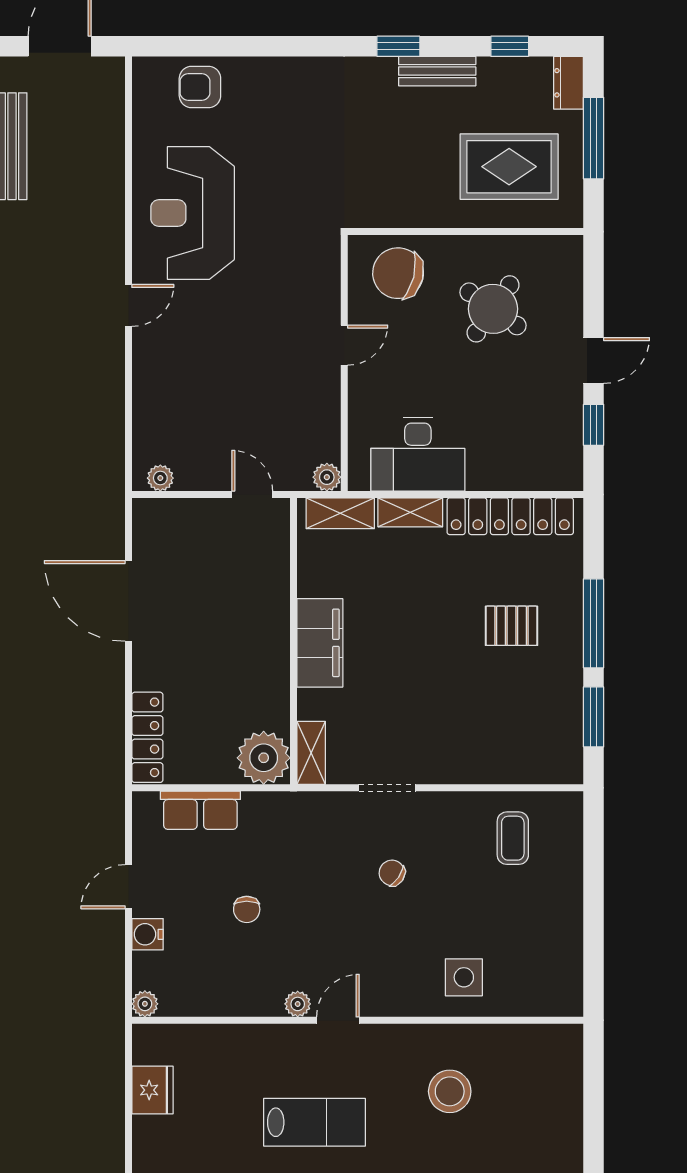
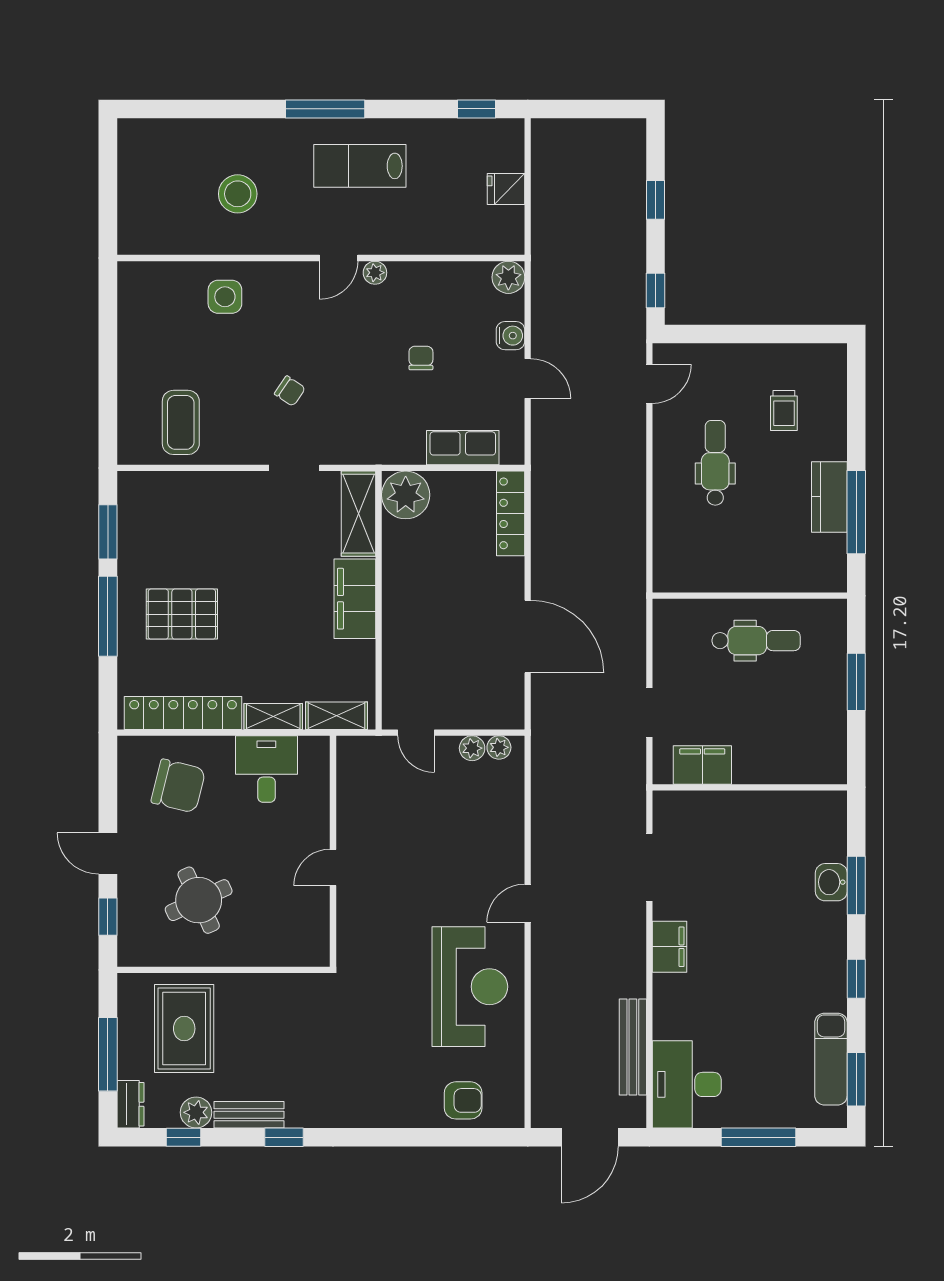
plant: (496, 74) -> (196, 1112), added
rug: (509, 167) -> (184, 1029), turned 90
chair: (398, 273) -> (178, 786), moved
round table: (493, 309) -> (199, 900), turned 30
door: (594, 360) -> (108, 854), hinge flipped
window: (594, 425) -> (108, 917), moved
desk: (418, 454) -> (266, 769), width x0.73
plant: (327, 477) -> (472, 748), moved
pallet: (512, 626) -> (182, 614), width x1.50, depth x1.42
shelving: (311, 753) -> (359, 514), width x1.50, depth x1.33
coffee table: (513, 838) -> (181, 422), width x1.36, depth x1.30
door: (128, 887) -> (528, 379), hinge flipped
plant: (145, 1004) -> (508, 277), width x1.38, depth x1.38
fridge: (152, 1090) -> (506, 189), width x0.72

